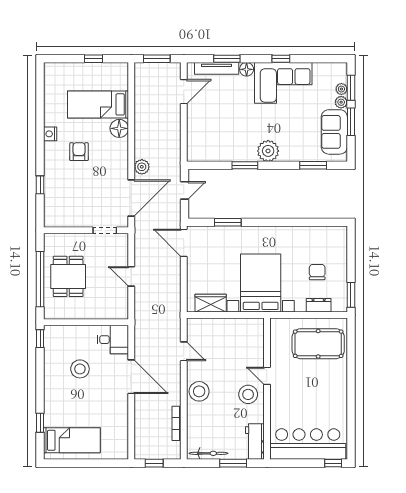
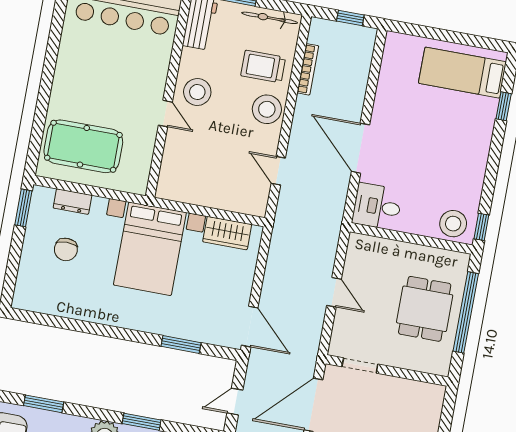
stool: (80, 369) -> (453, 224), moved
trolley: (207, 420) -> (263, 66), added

